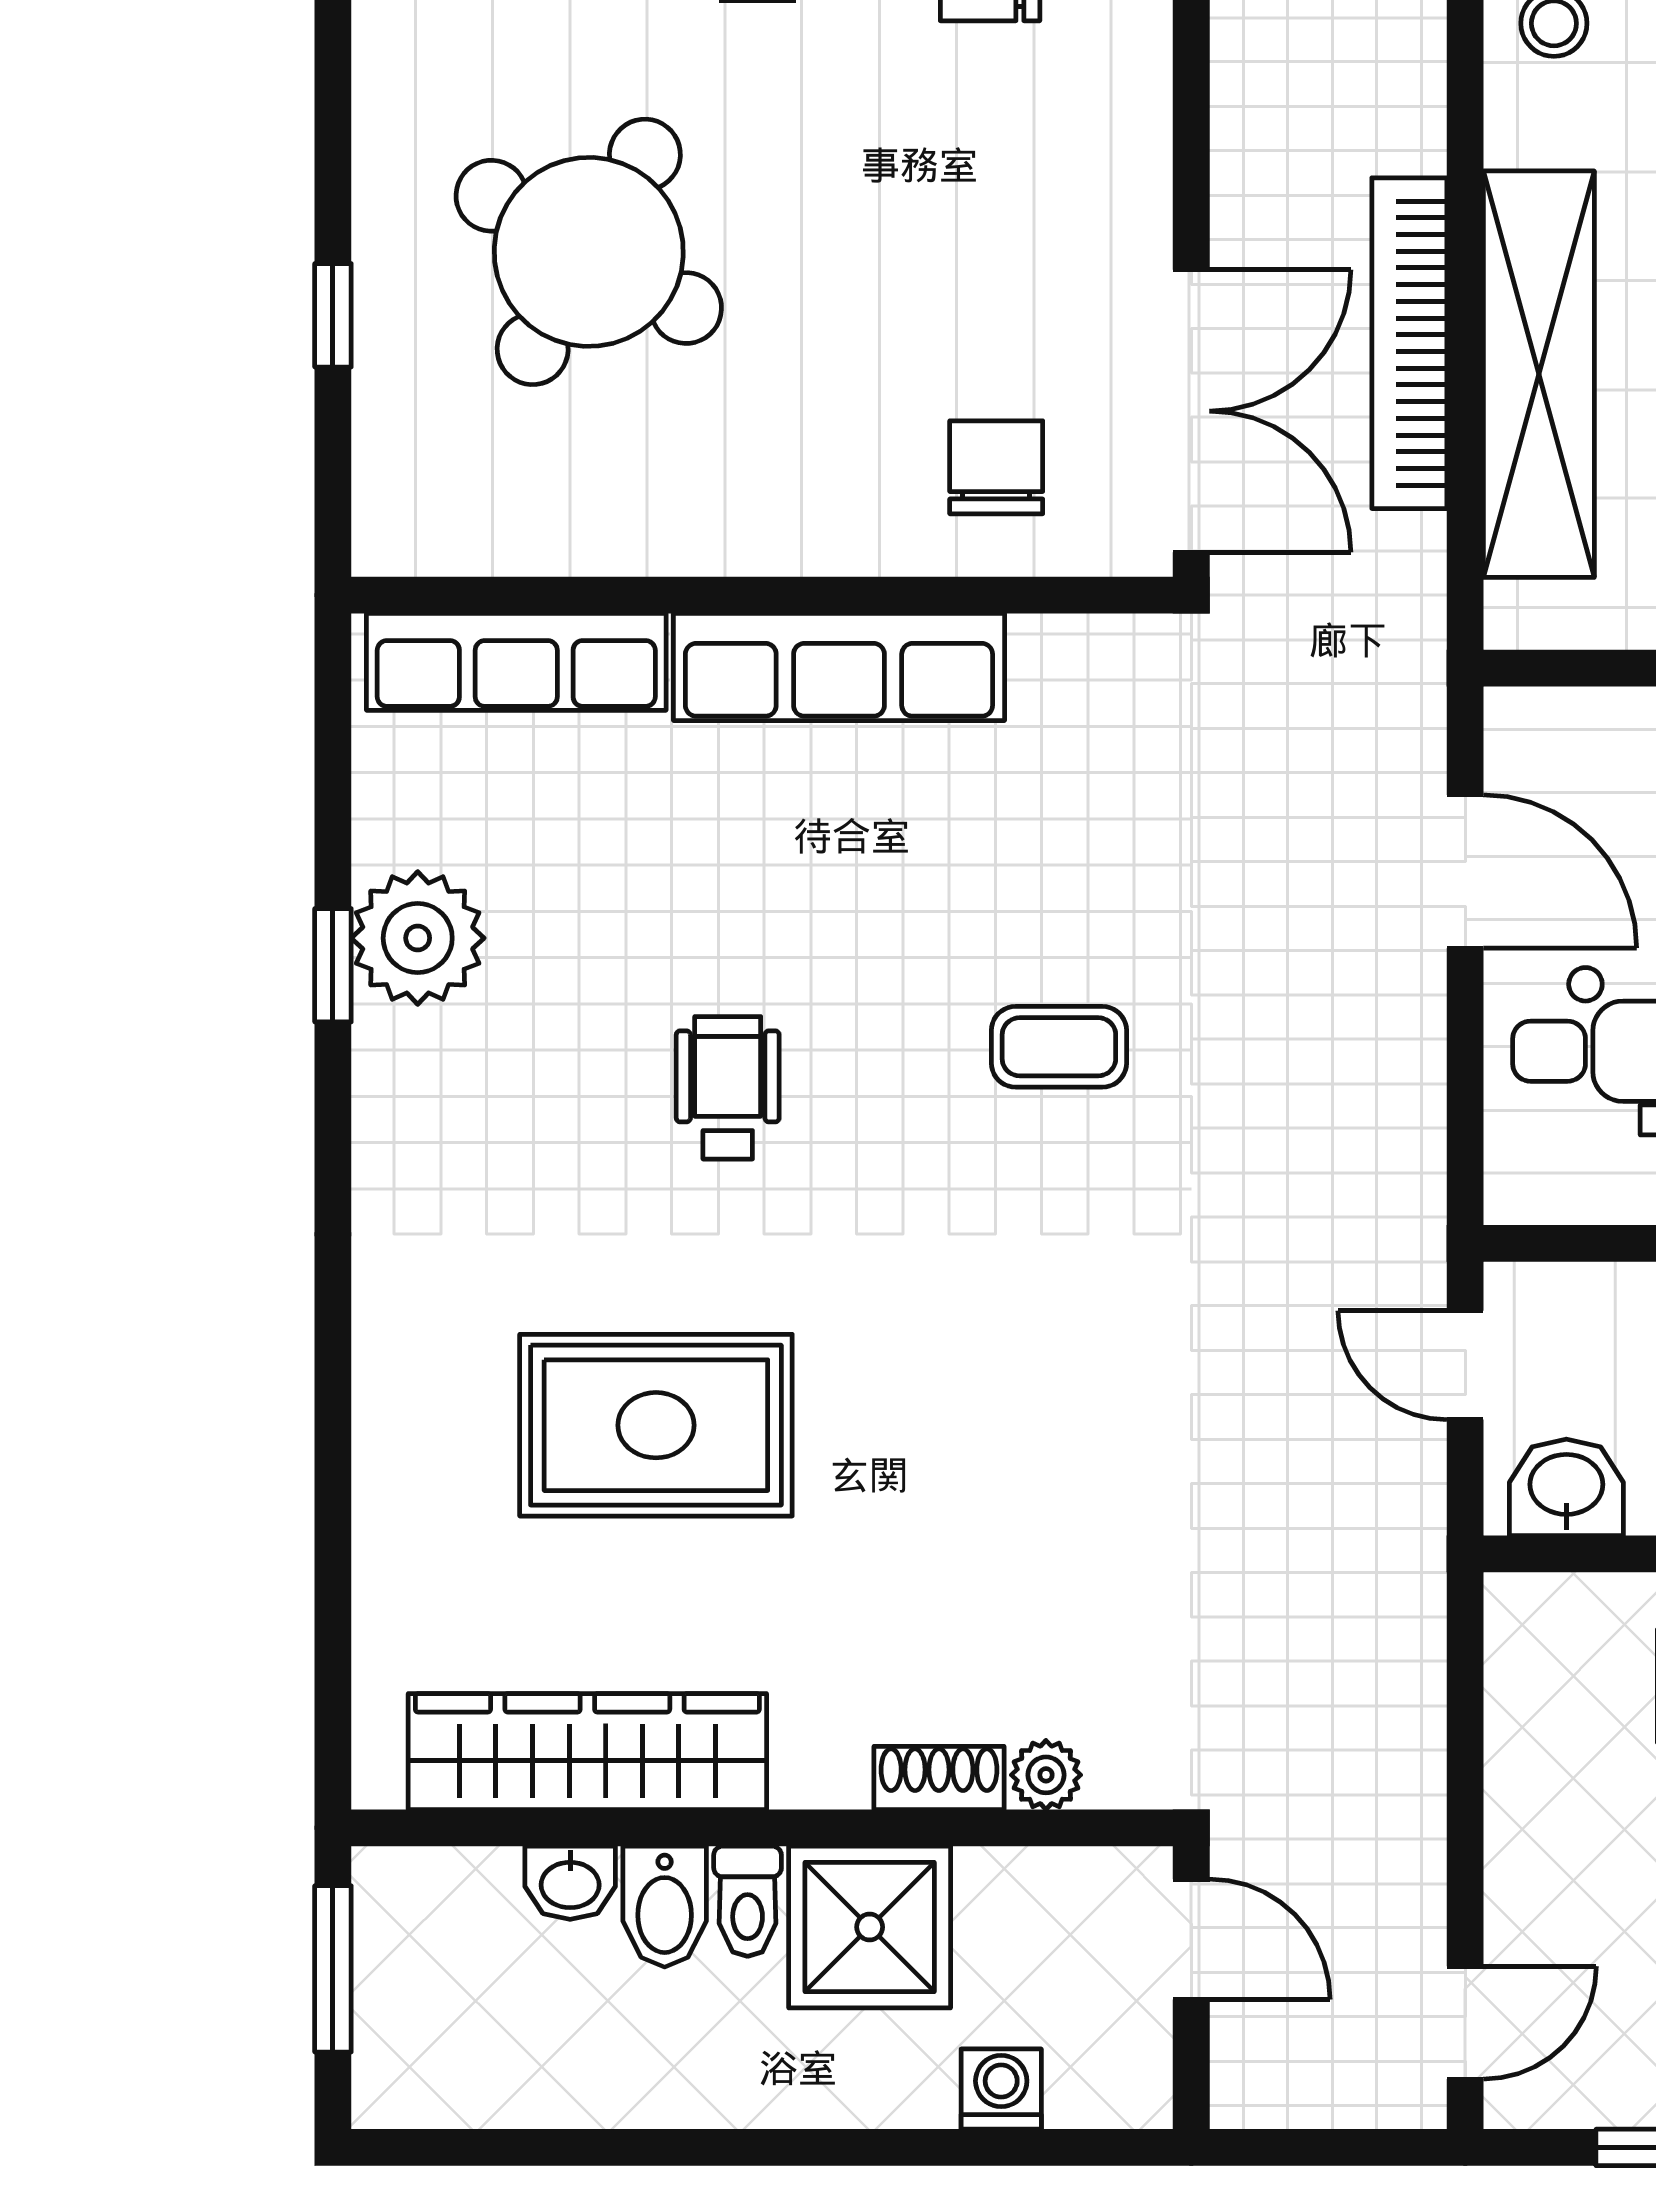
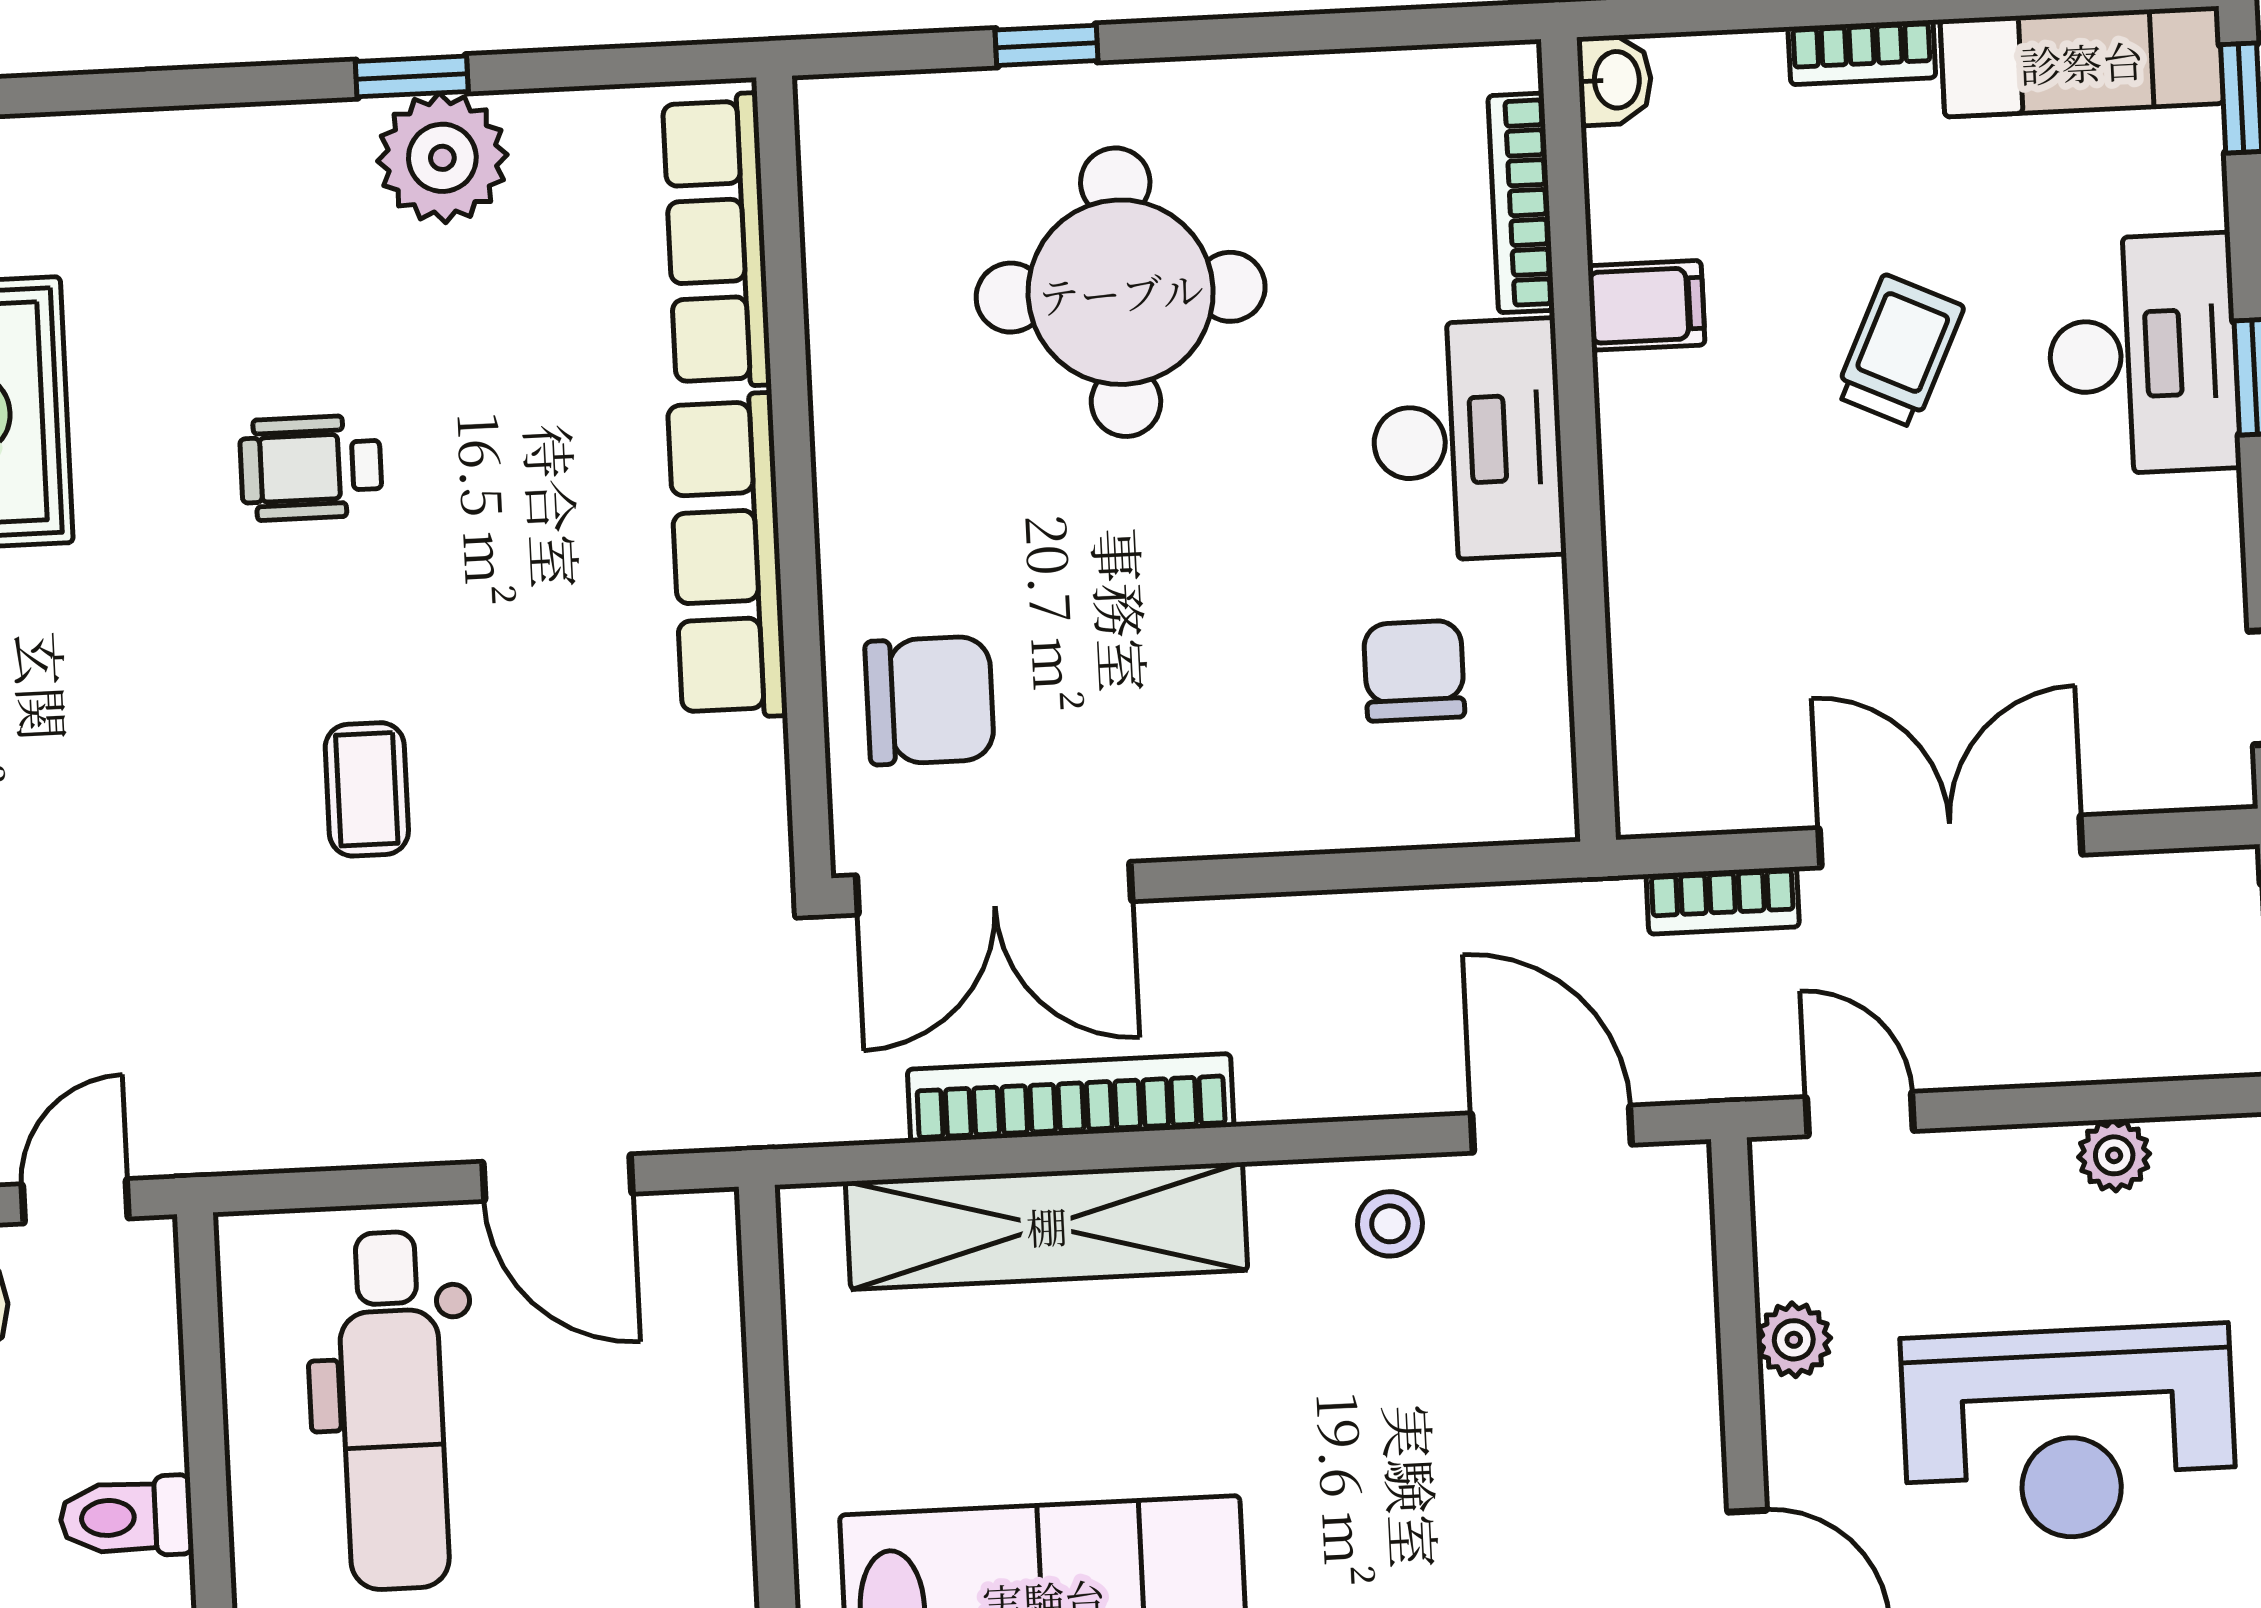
round table: (589, 252) -> (1121, 292), turned -30
chair: (996, 467) -> (930, 700), width x1.37, depth x1.37
door: (1465, 871) -> (557, 1178), hinge flipped
wheelchair: (728, 1088) -> (311, 468), turned 180

